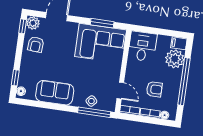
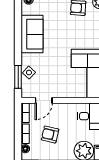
armchair: (154, 89) -> (50, 135), turned 103
window: (94, 112) -> (18, 77), width x0.69

